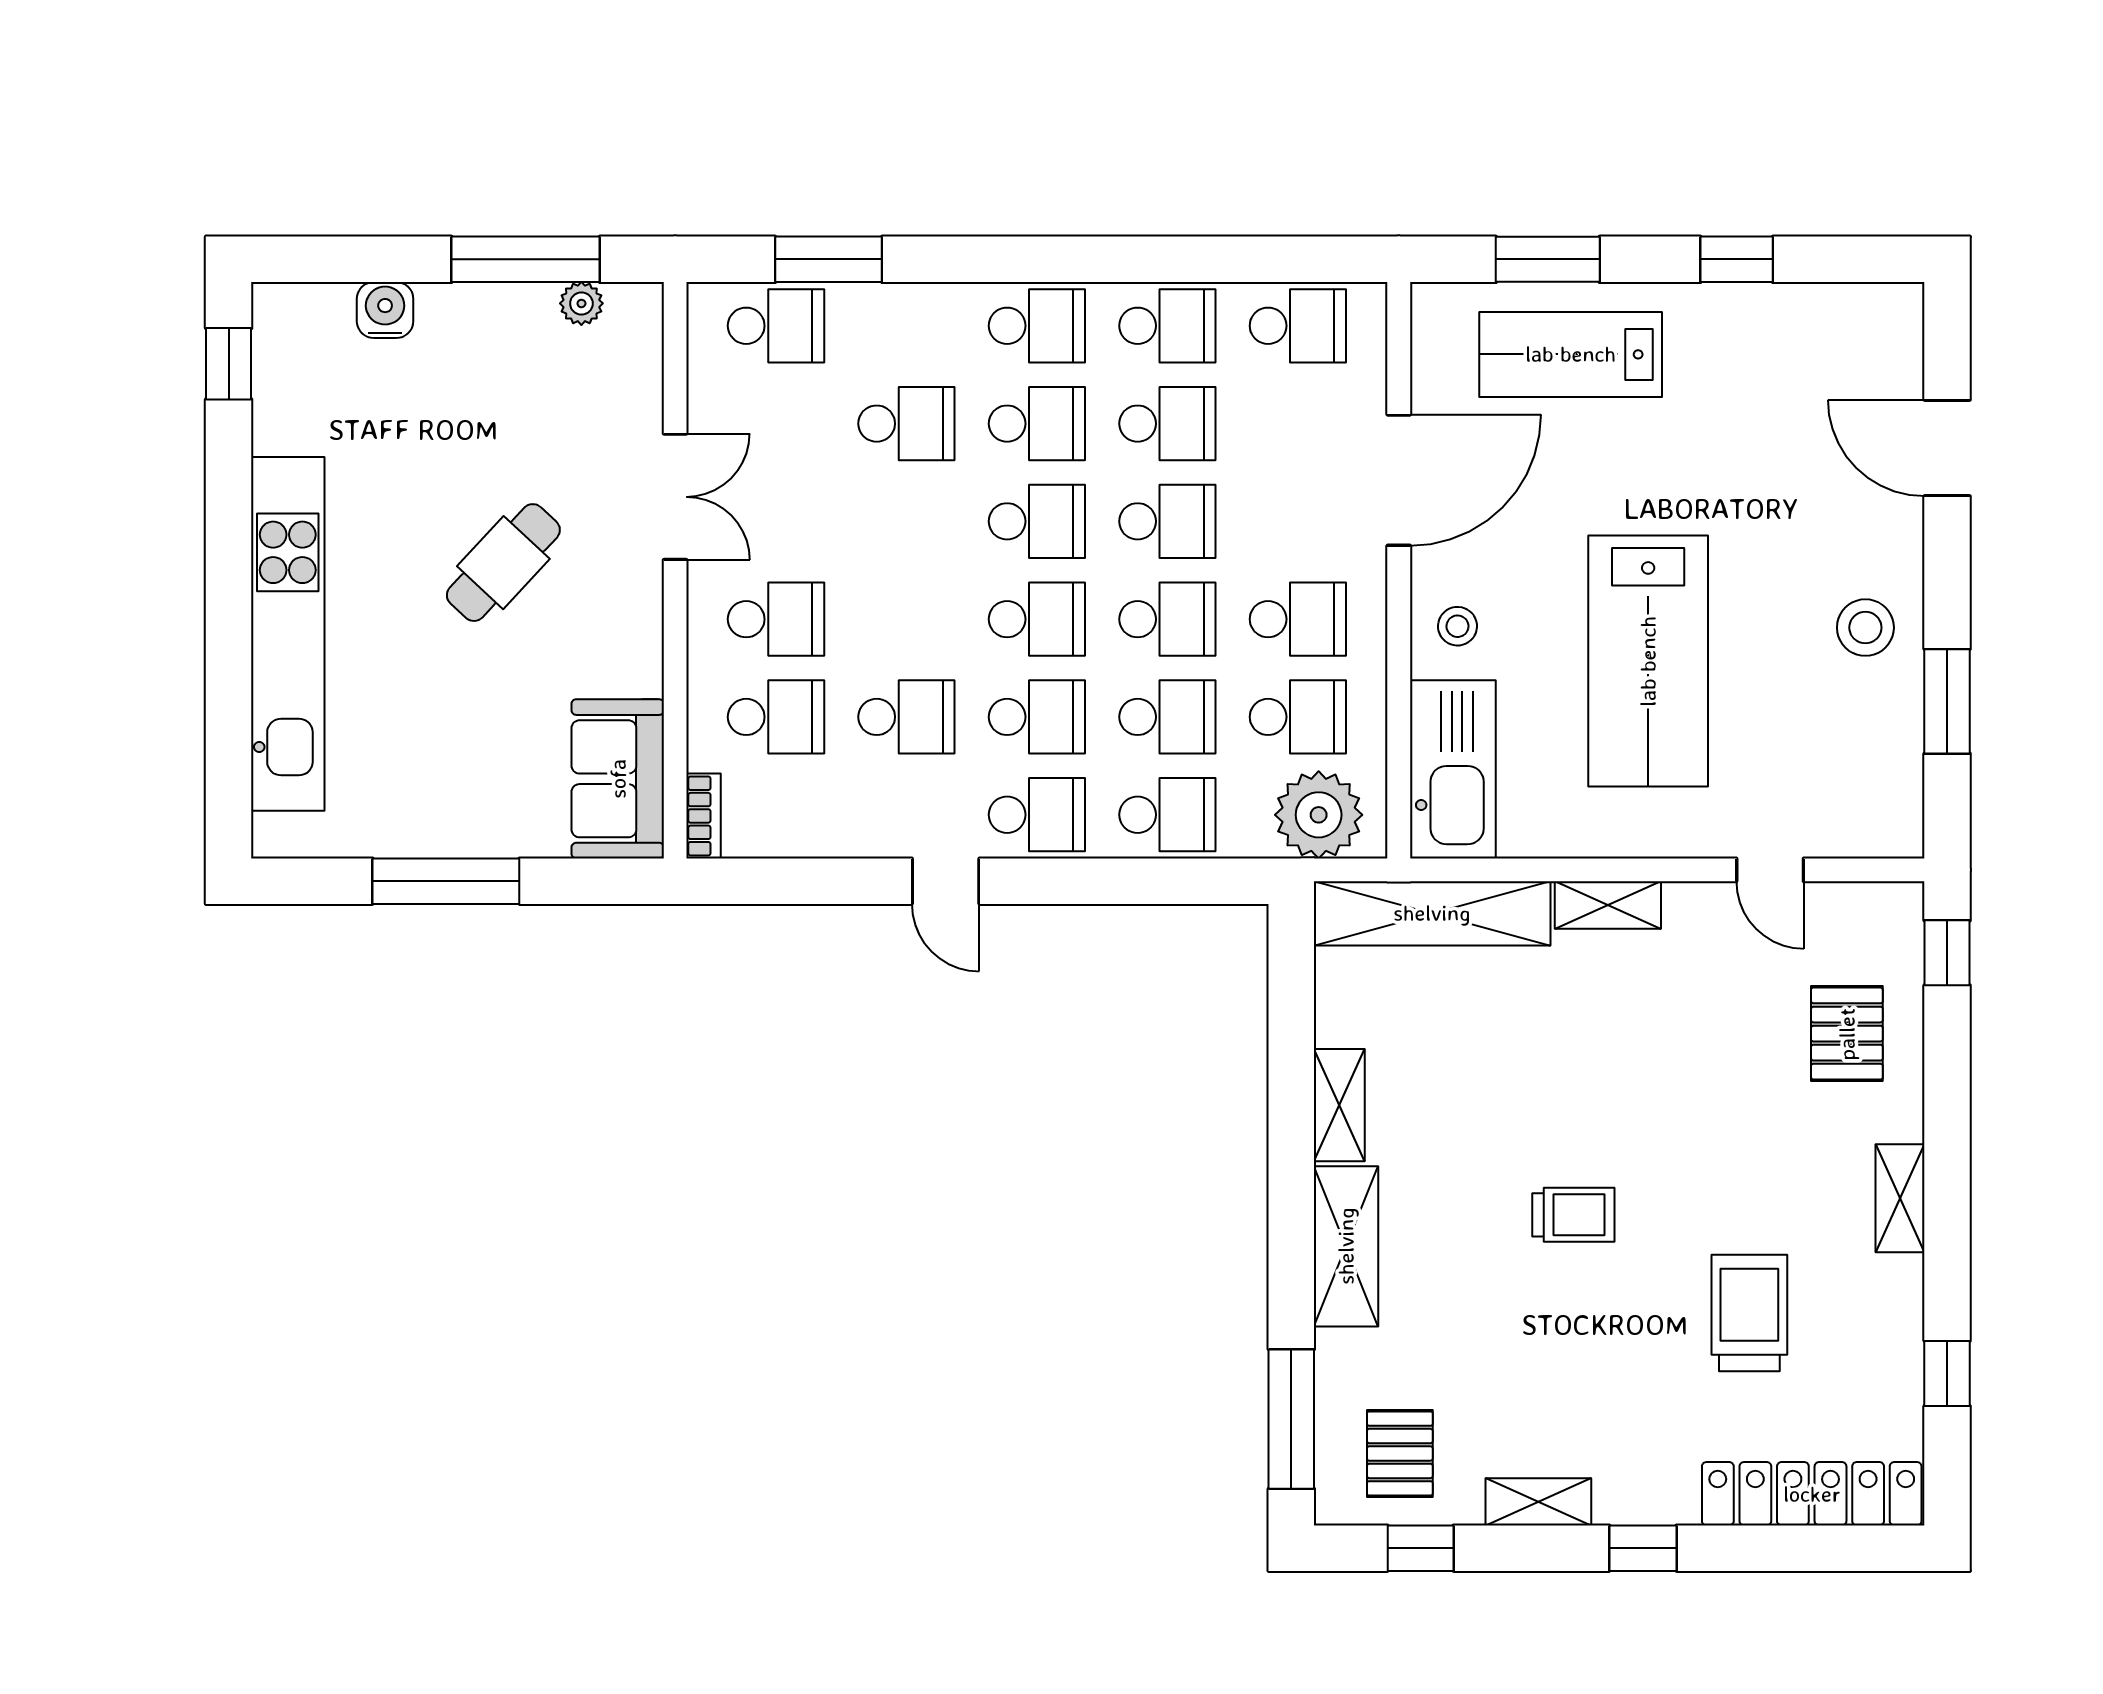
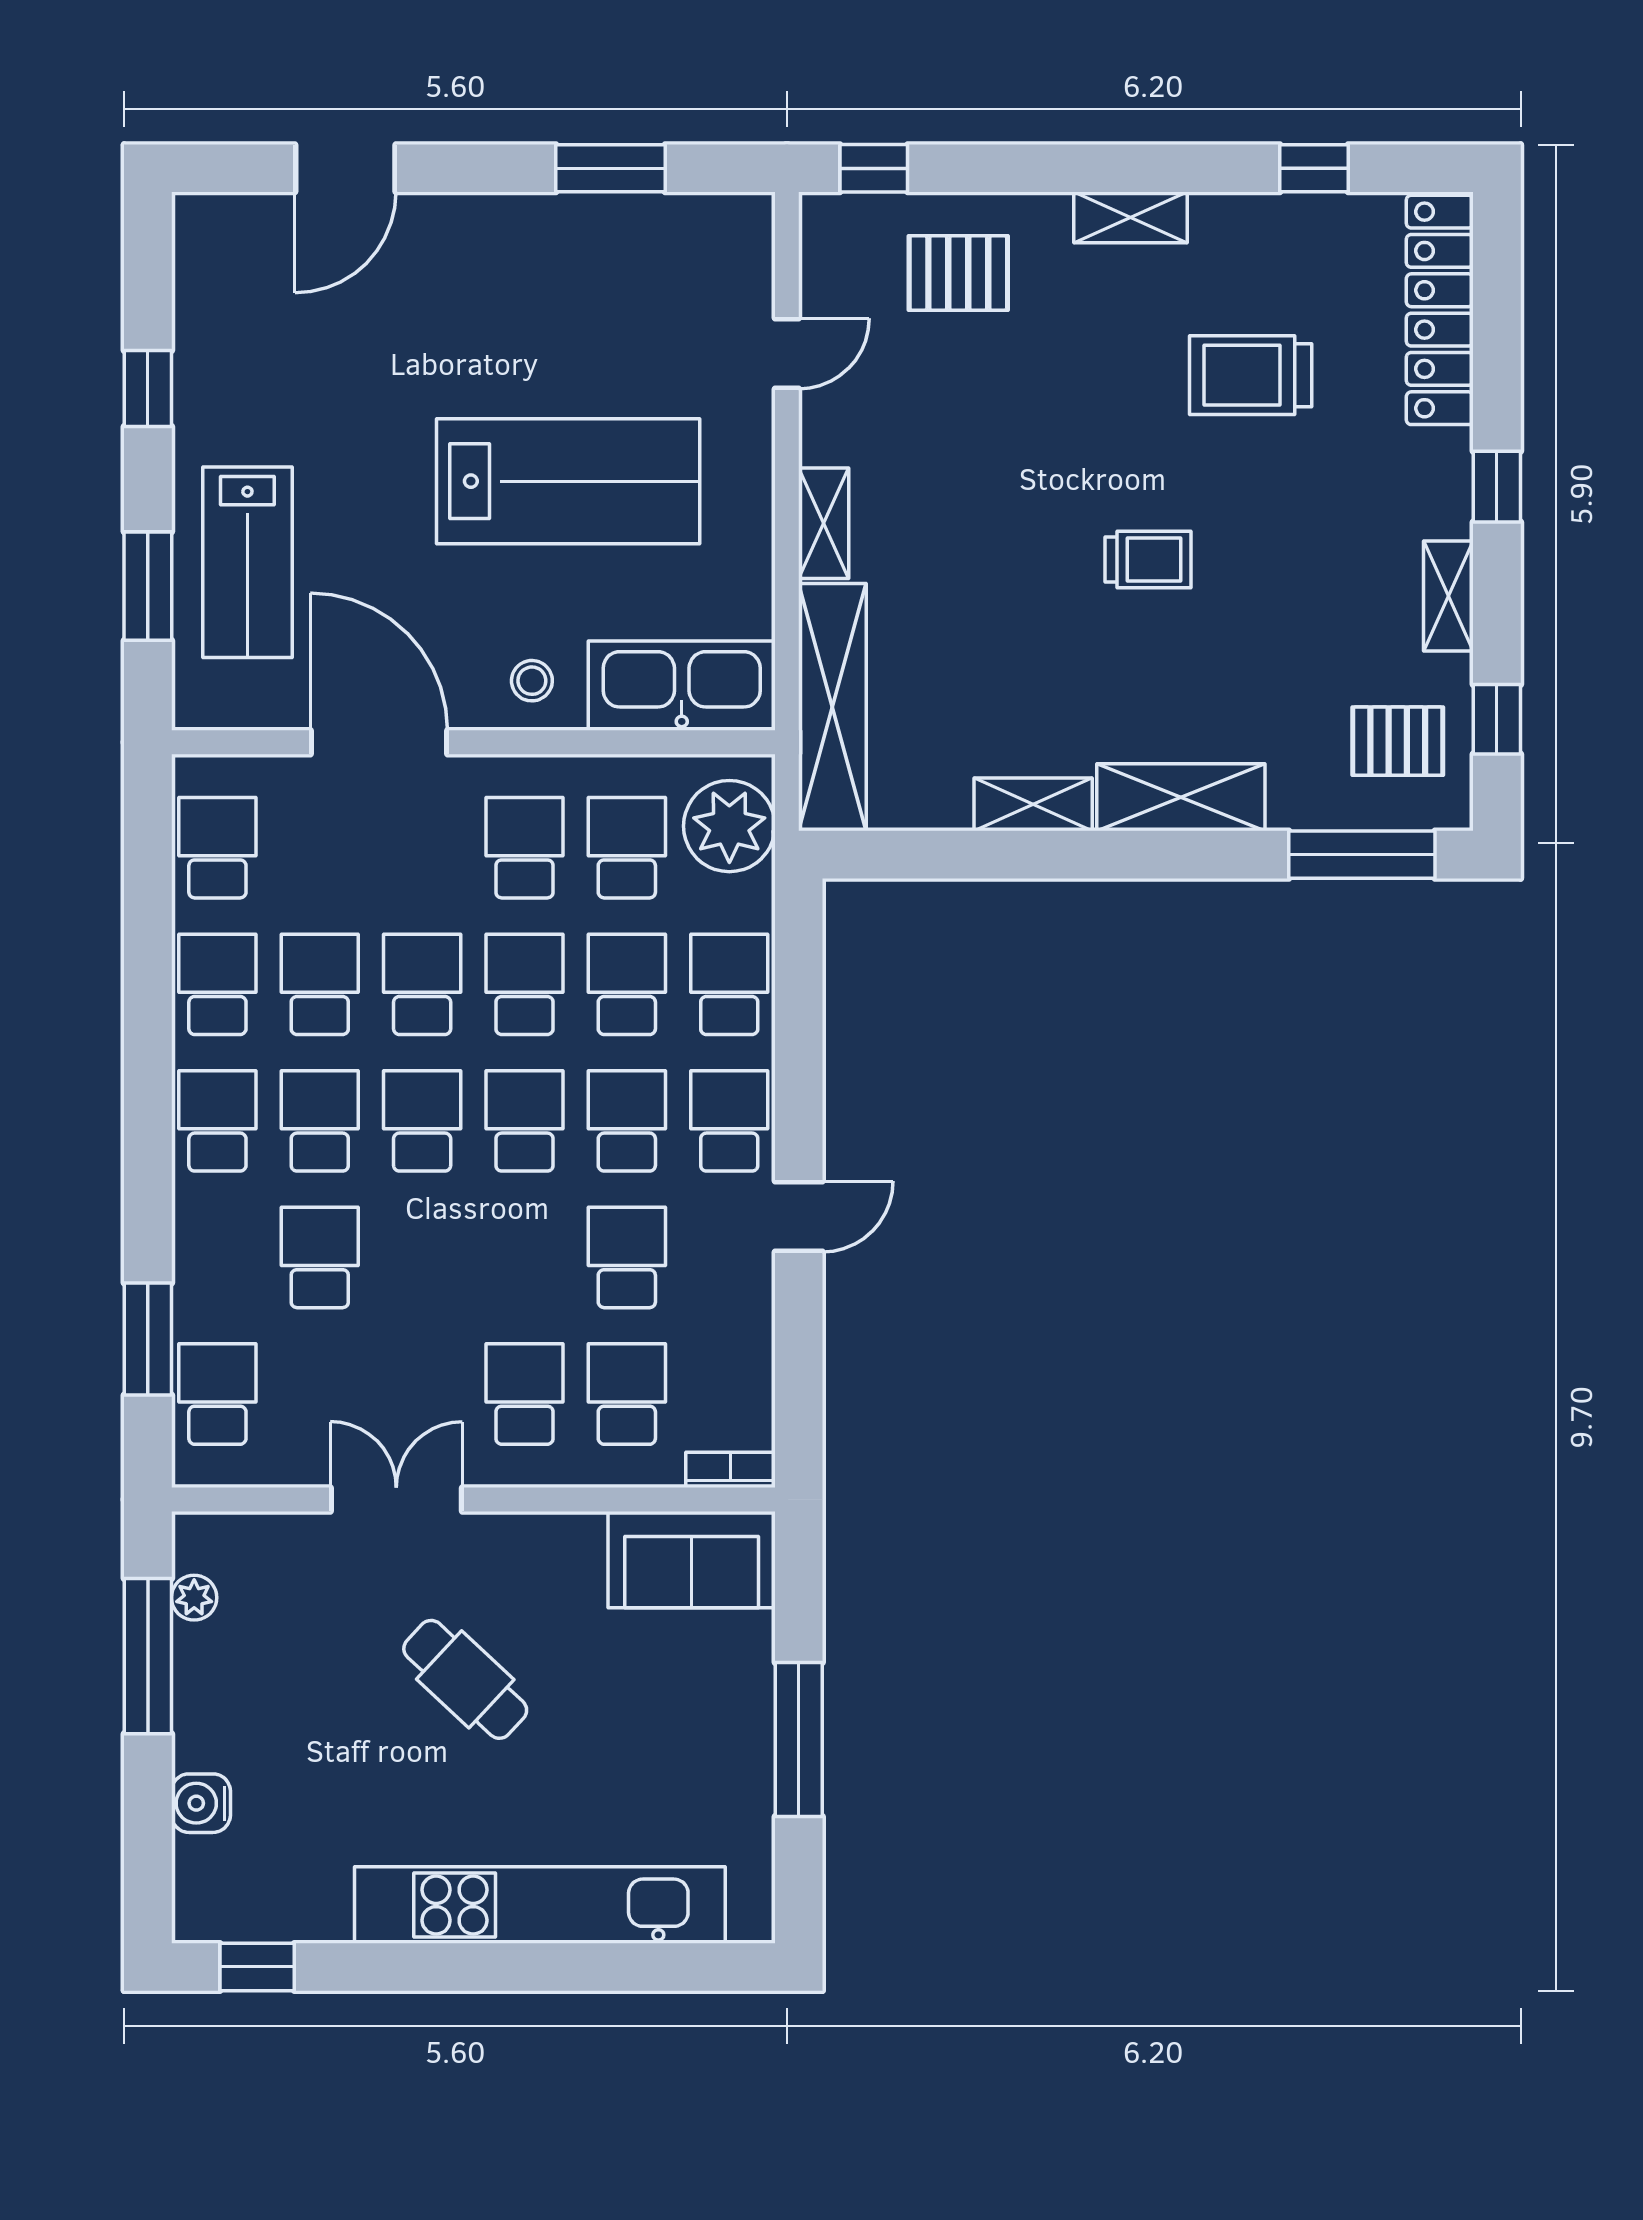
stool: (1865, 628) -> (533, 254), removed
trolley: (1573, 1215) -> (1148, 559), turned 90

